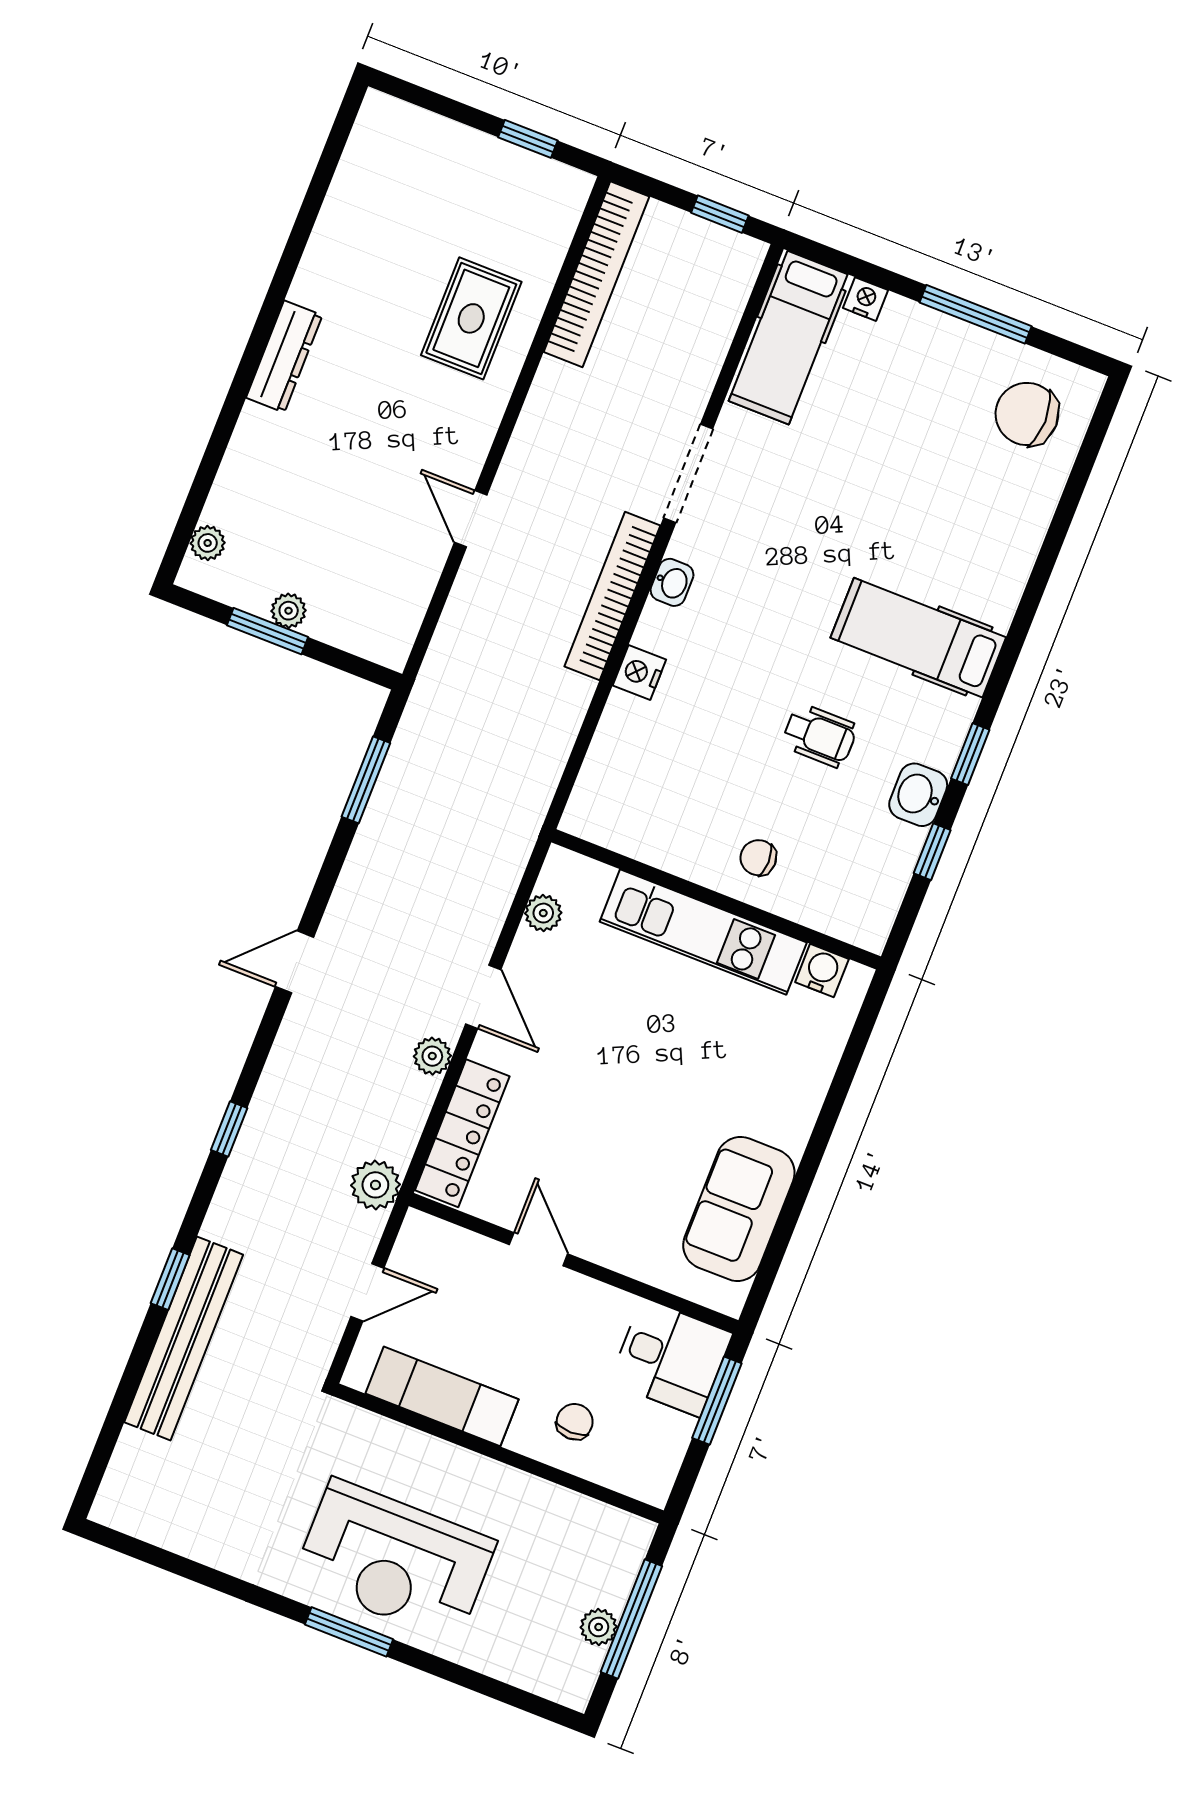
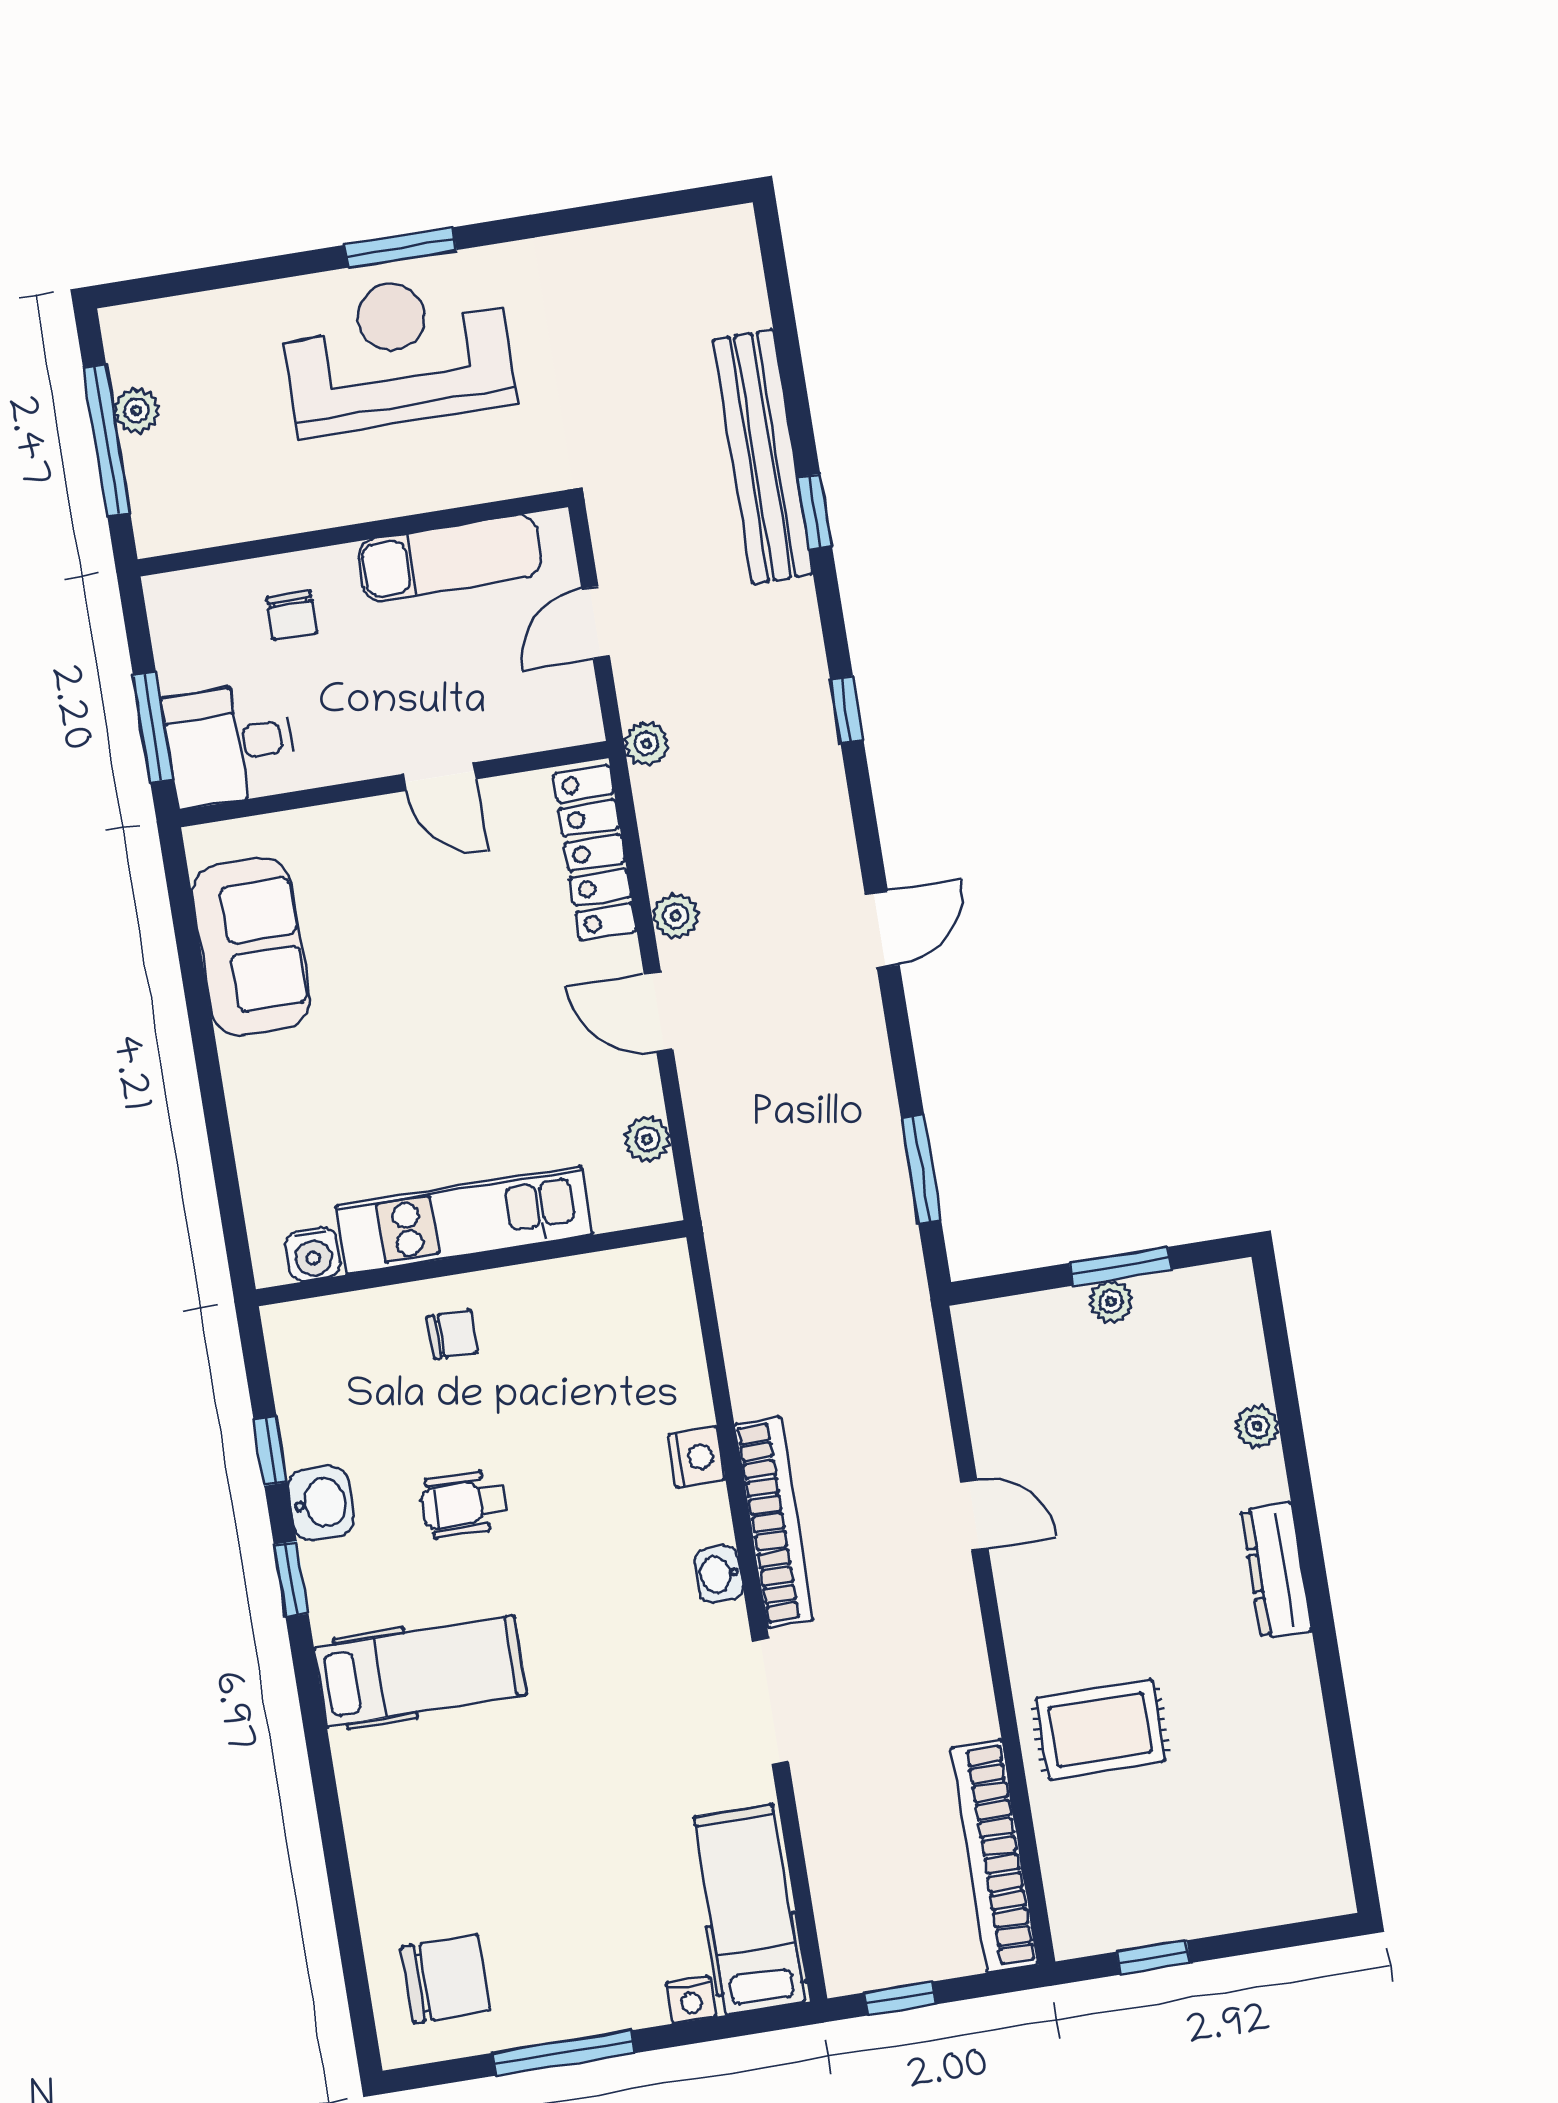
rug: (471, 318) -> (1100, 1730), turned 90
plant: (208, 543) -> (1257, 1426), moved
plant: (375, 1185) -> (647, 744), width x0.73, depth x0.73

